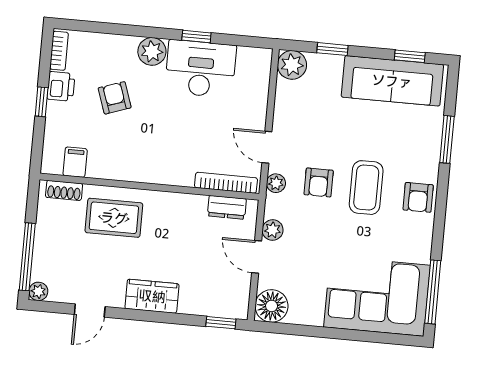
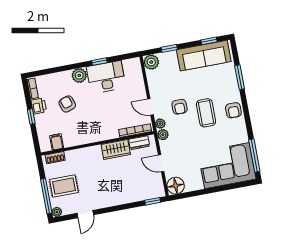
armchair: (319, 182) -> (180, 107), moved
rug: (114, 218) -> (64, 186), moved
plant: (273, 230) -> (163, 135), moved
wardrobe: (152, 296) -> (116, 150), moved, turned 180

